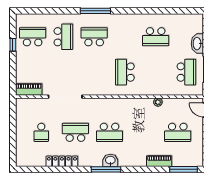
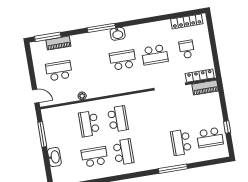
window: (95, 11) -> (173, 169), moved
school desk: (94, 37) -> (123, 152), moved, turned -90
school desk: (186, 72) -> (89, 124), moved
locker: (32, 103) -> (200, 76), added
locker: (62, 161) -> (187, 21), moved
piano: (159, 161) -> (58, 43), moved
window: (106, 169) -> (101, 28), moved

